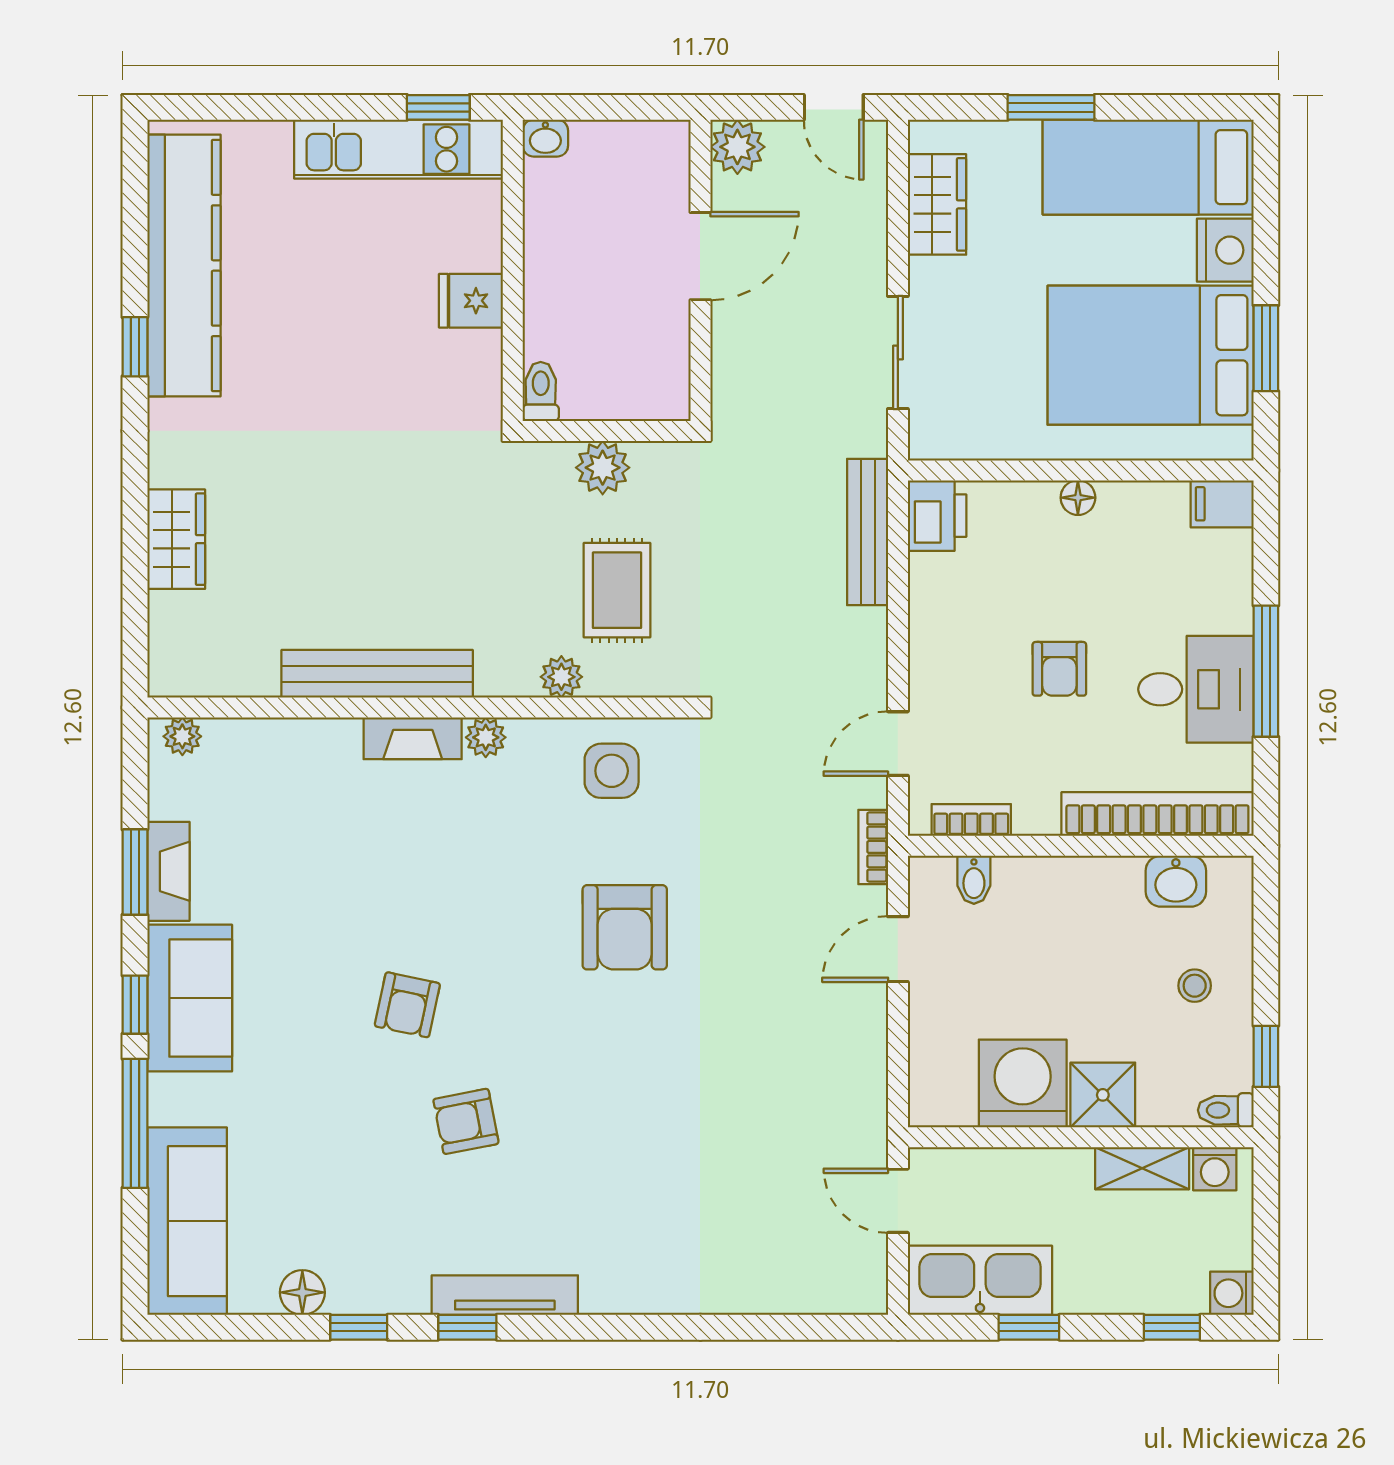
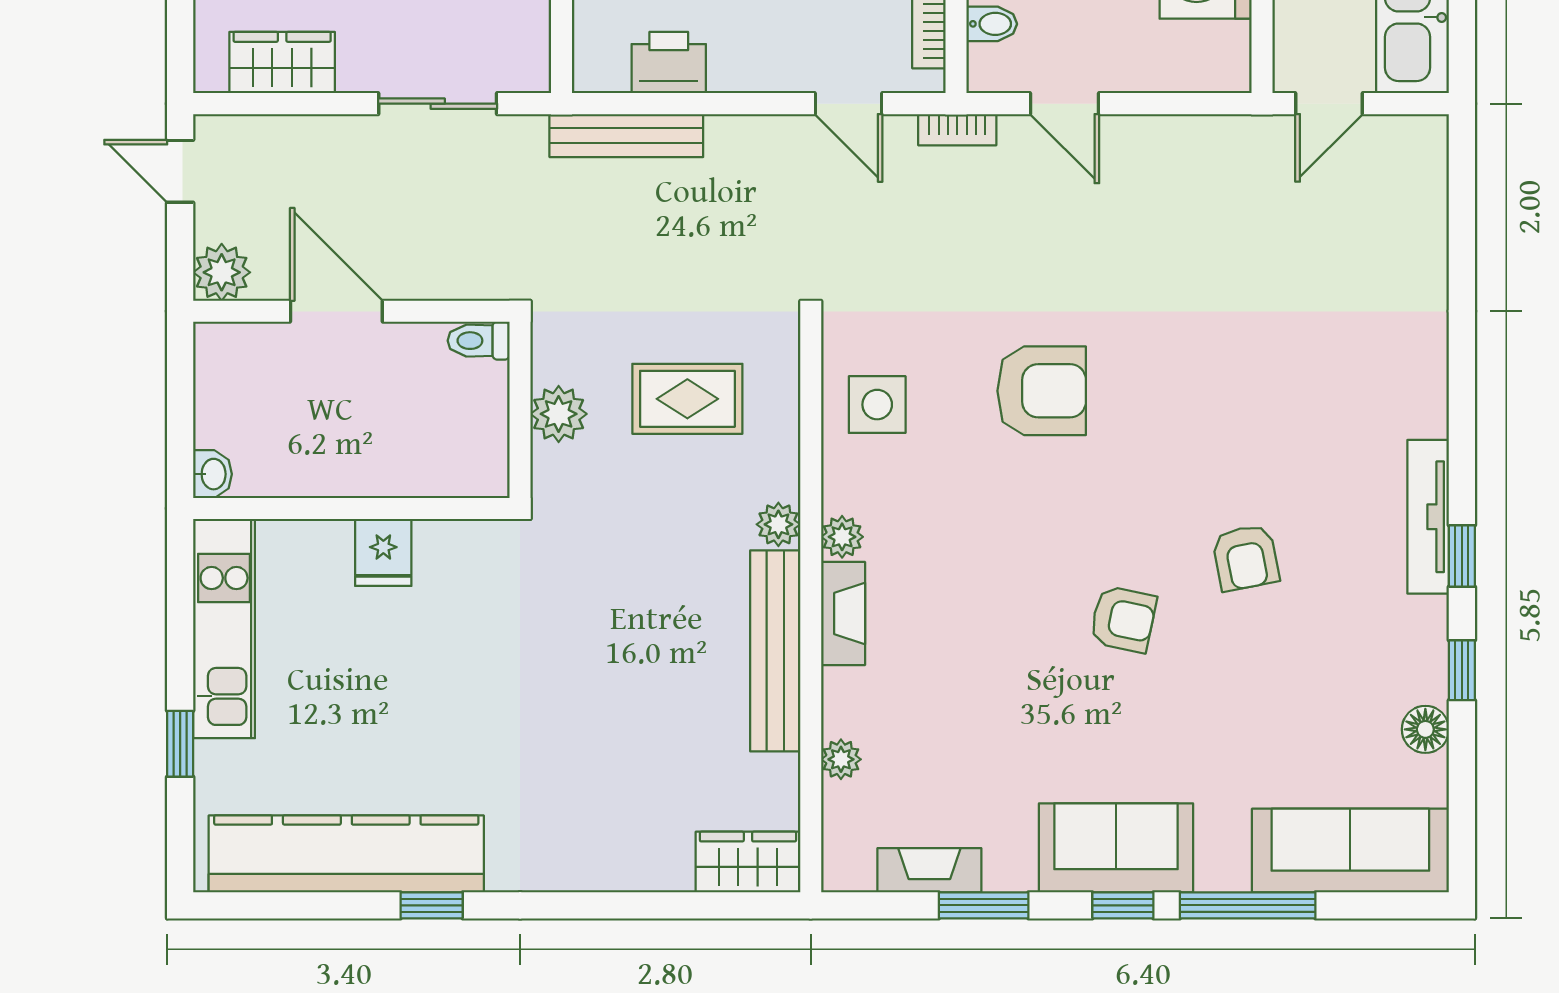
window: (438, 107) -> (180, 744), moved
door: (834, 107) -> (180, 171), swing flipped
toilet: (541, 391) -> (479, 341), moved
printer: (937, 516) -> (669, 63), moved
wardrobe: (176, 539) -> (748, 862), moved
plant: (561, 677) -> (778, 524), moved
plant: (182, 736) -> (841, 759), moved
fireplace: (168, 871) -> (929, 870), moved

